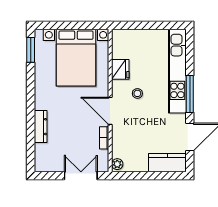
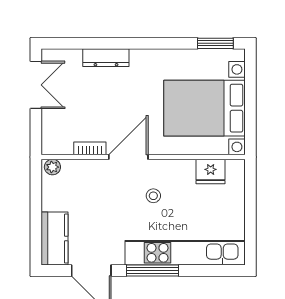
fridge: (120, 69) -> (211, 171), moved
double door: (81, 176) -> (36, 85), moved

